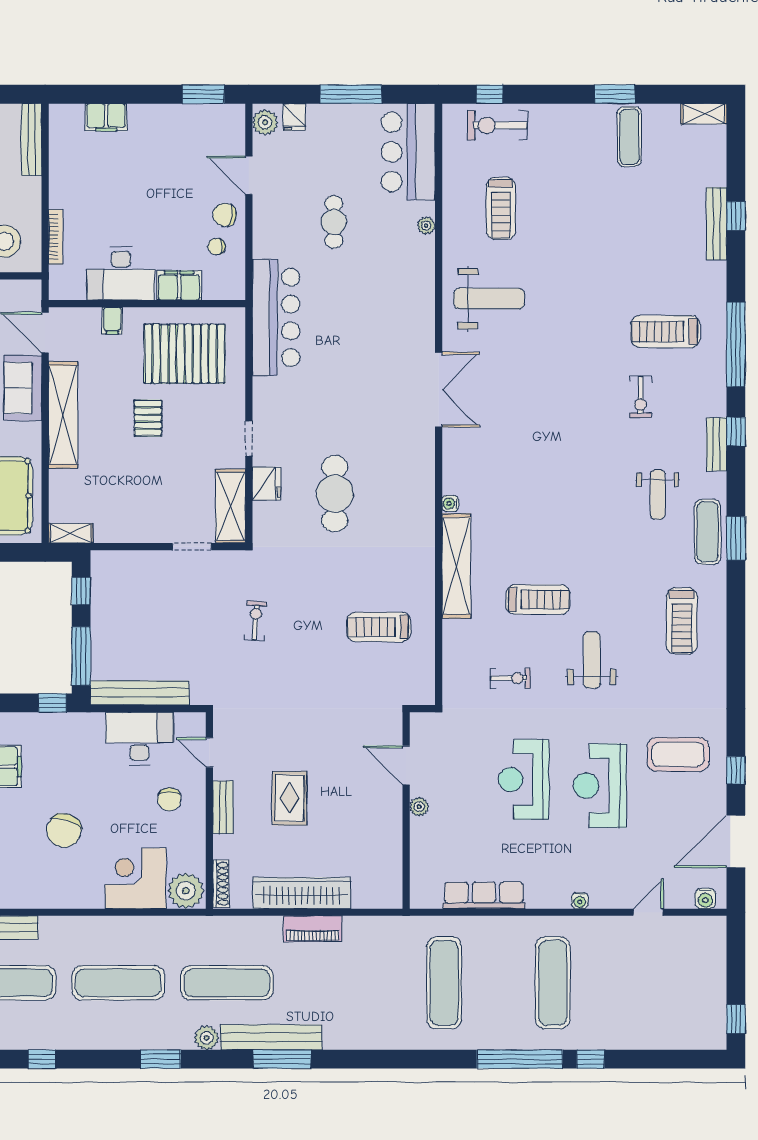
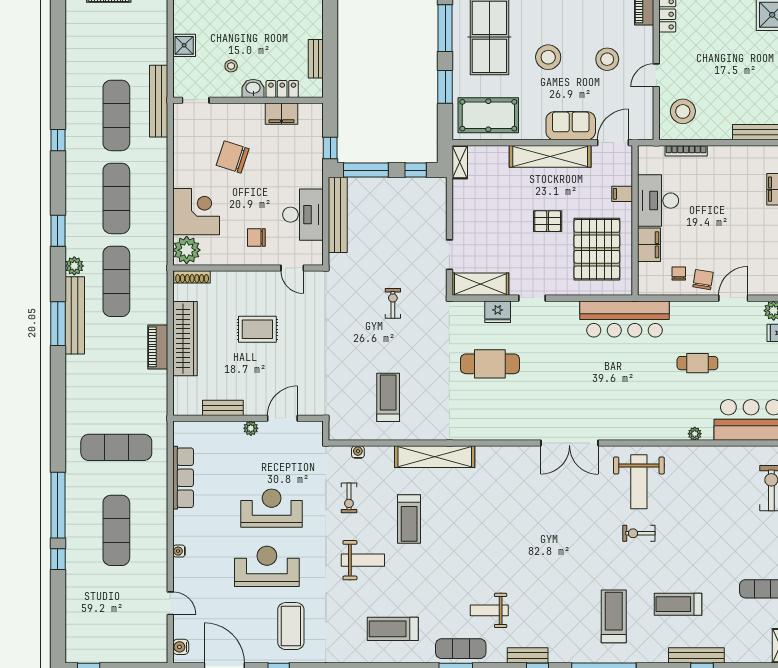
treadmill: (501, 208) -> (678, 604), moved
exercise bike: (641, 397) -> (639, 533), moved
water cooler: (450, 503) -> (358, 452), moved
exercise bike: (256, 621) -> (393, 303), turned -94
door: (209, 753) -> (292, 268), swing flipped
bench: (223, 807) -> (223, 408), moved
exercise mat: (553, 983) -> (116, 530), turned 90

